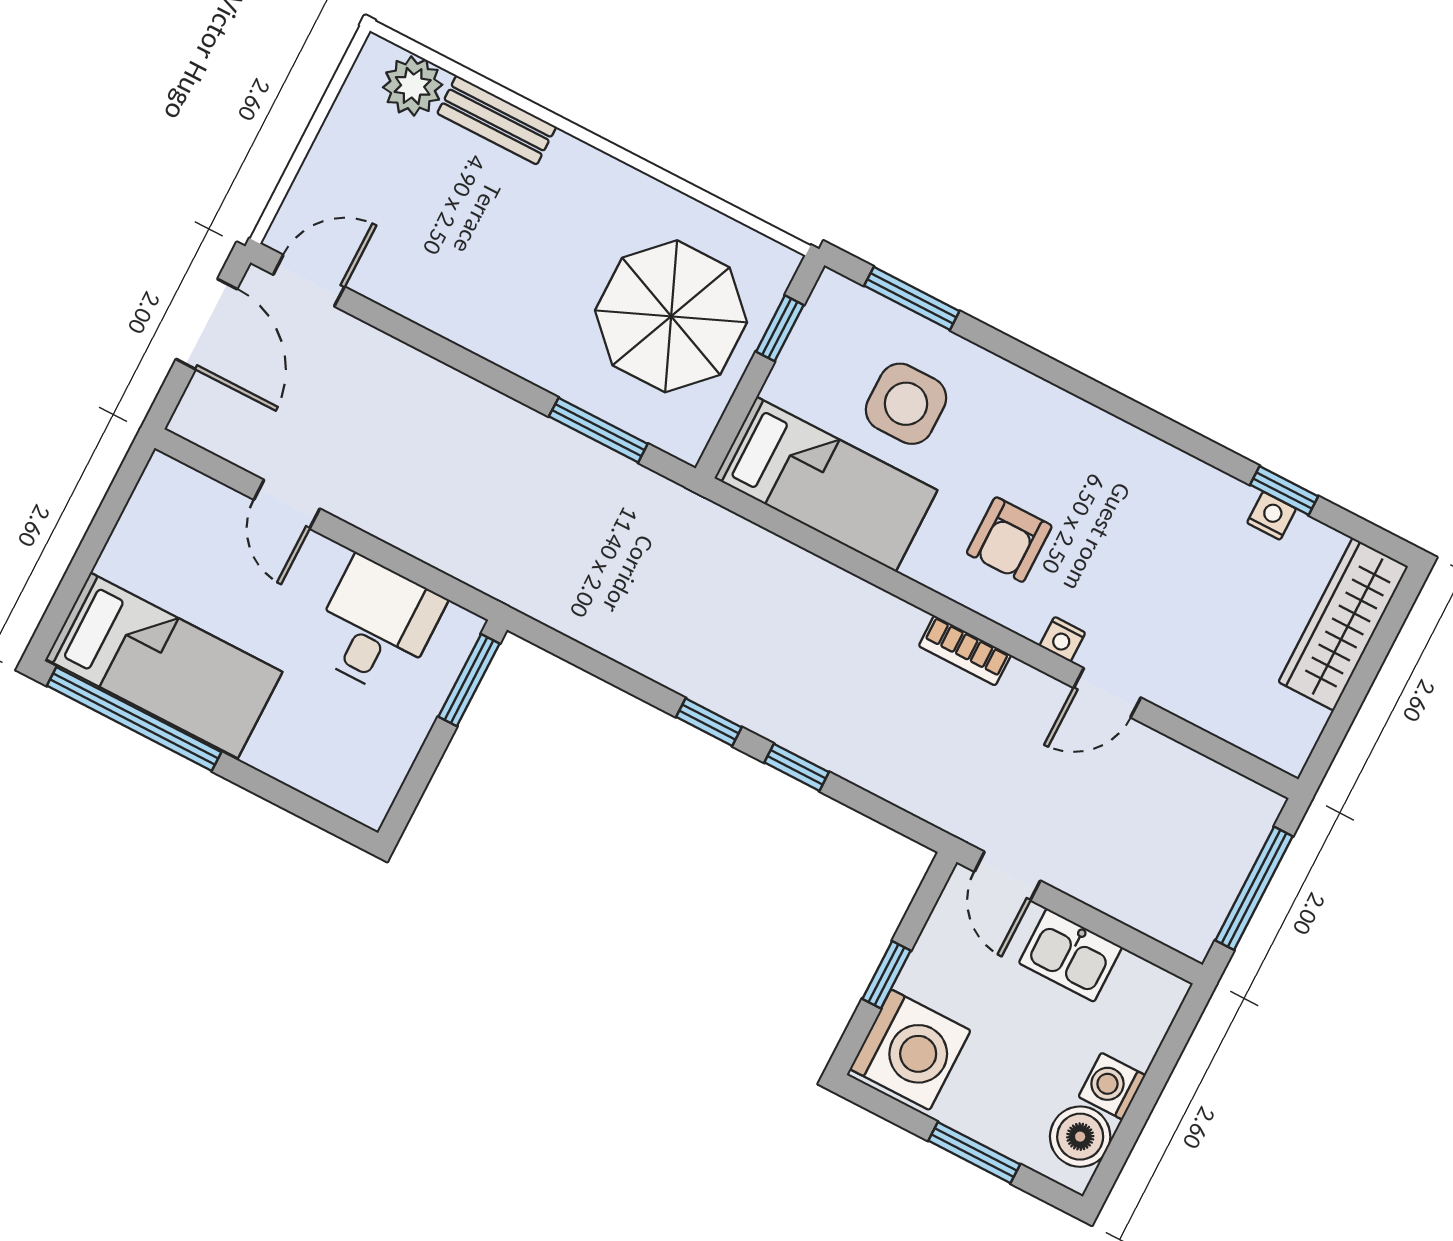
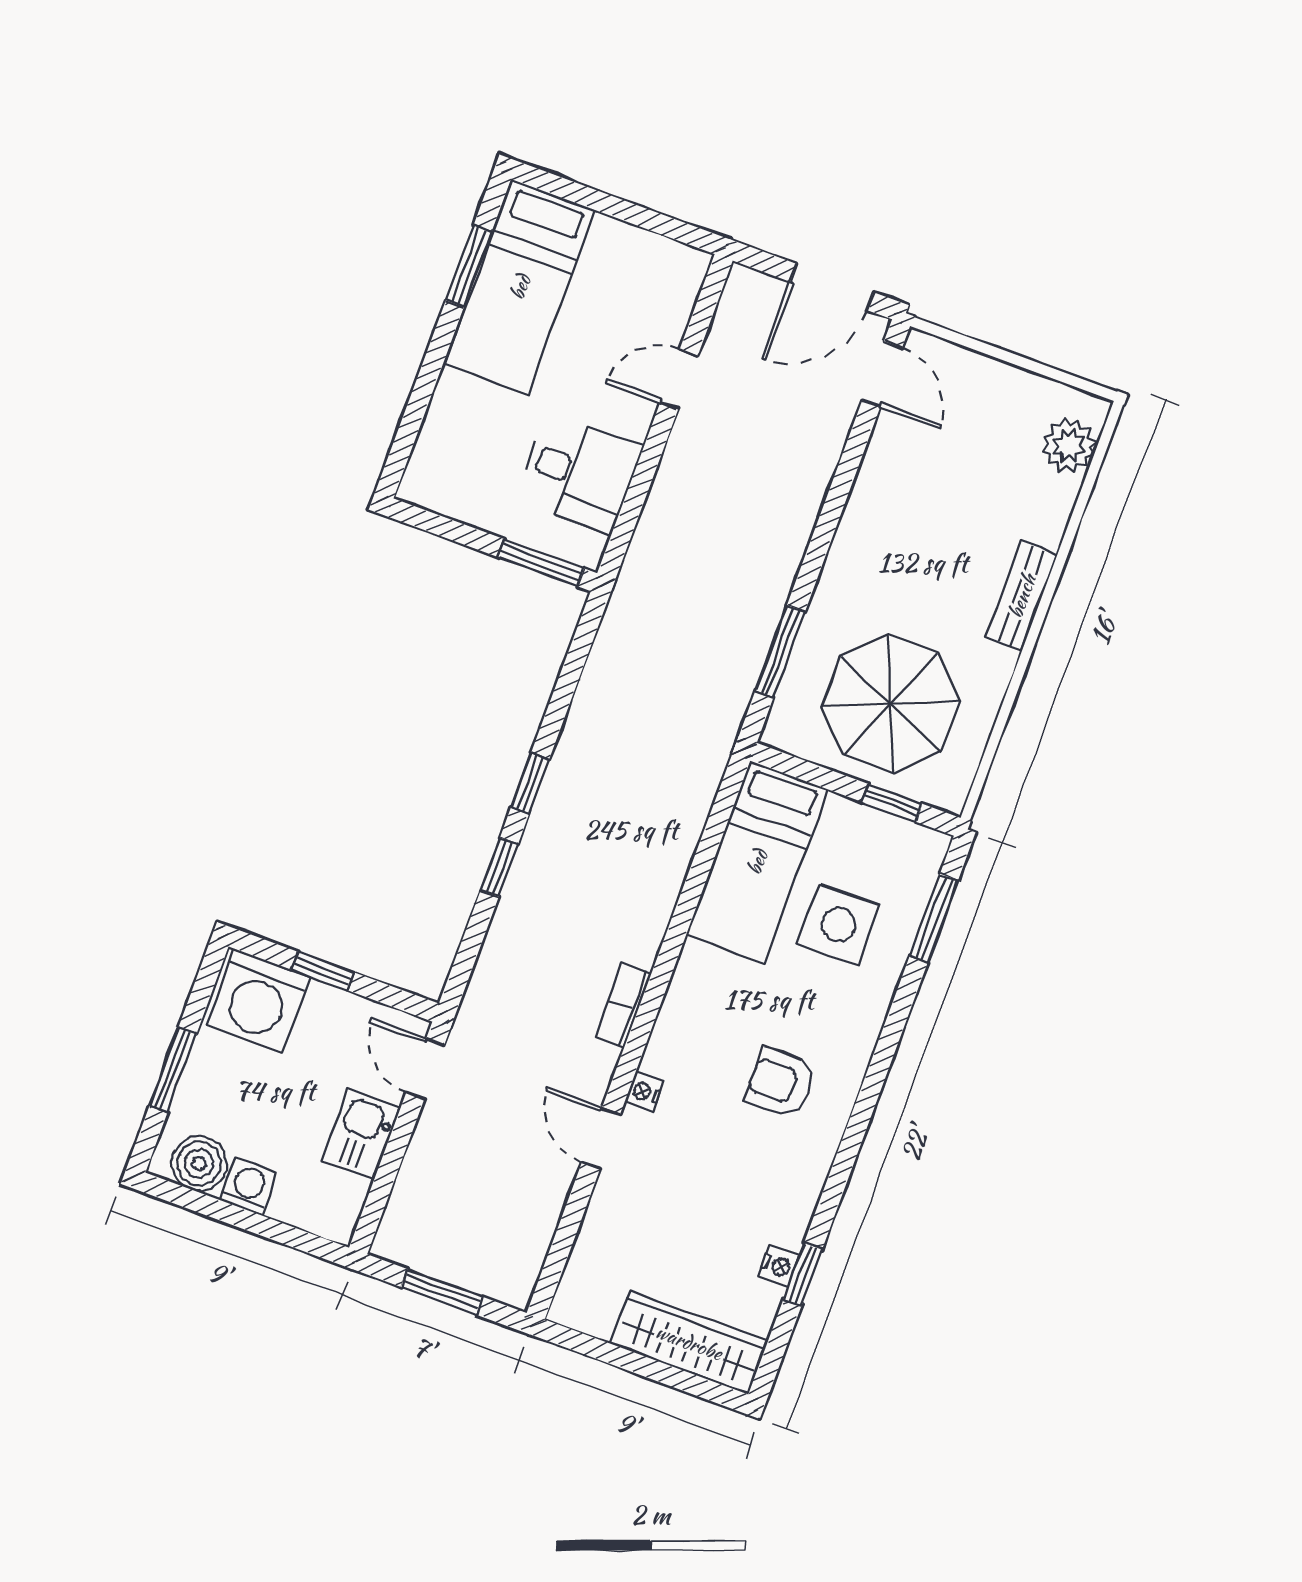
bench: (497, 120) -> (1022, 596), moved
armchair: (1009, 540) -> (781, 1083), moved
window: (134, 719) -> (469, 266), width x0.47
door: (1007, 876) -> (425, 1069), hinge flipped
window: (1254, 888) -> (442, 1292), width x0.69

